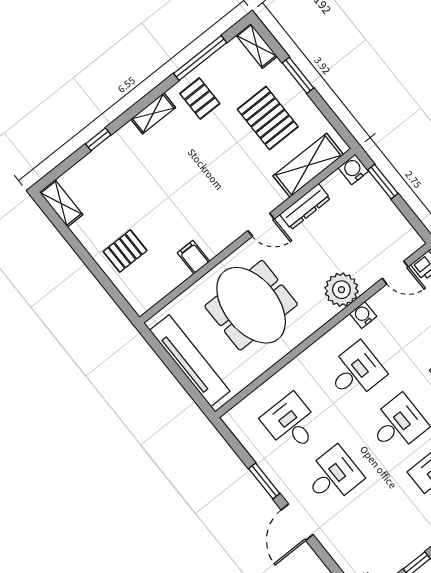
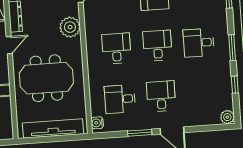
water cooler: (363, 315) -> (97, 123), moved

